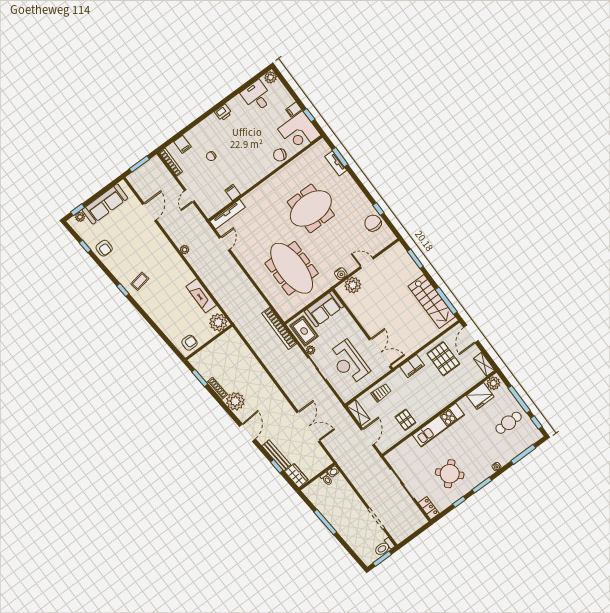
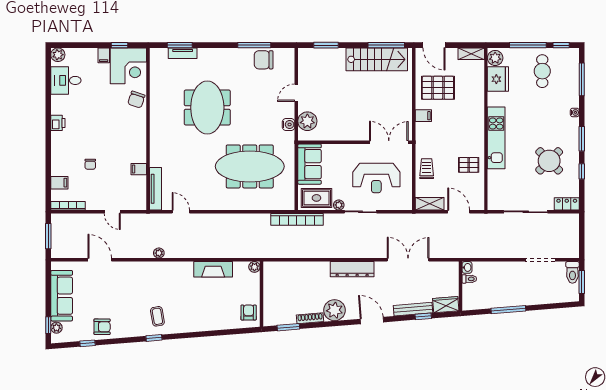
window: (378, 209) -> (254, 45), width x2.17
plant: (218, 322) -> (254, 267), width x0.53, depth x0.53
filing cabinet: (412, 366) -> (423, 116), width x0.50
dresser: (273, 392) -> (352, 269), added

